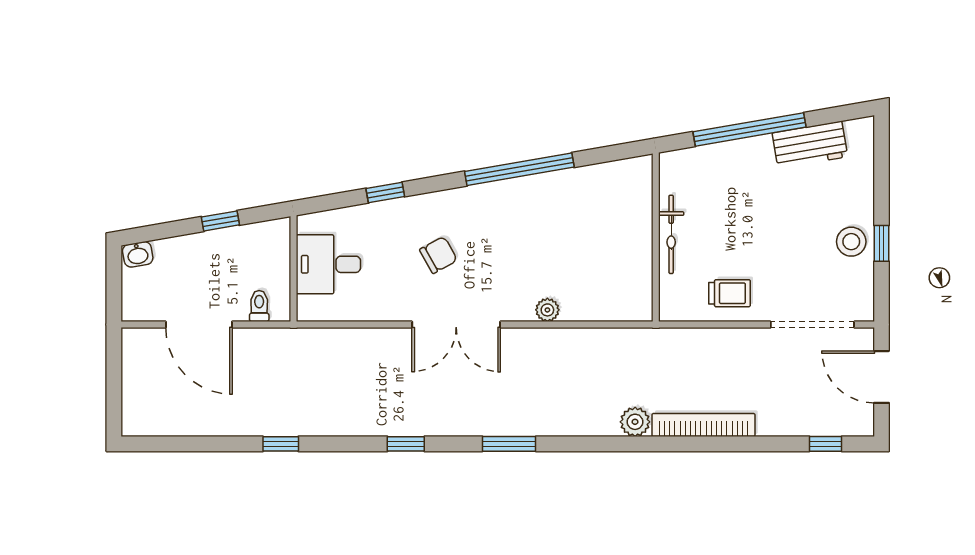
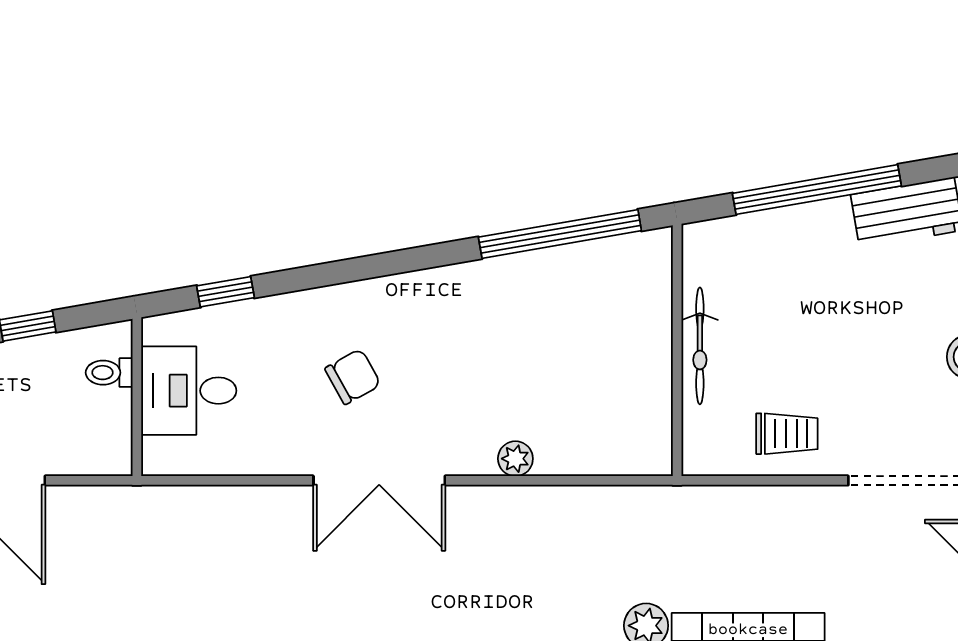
window: (519, 169) -> (560, 234), moved
window: (385, 192) -> (226, 292), moved
toilet: (259, 306) -> (109, 373), moved, turned -90

